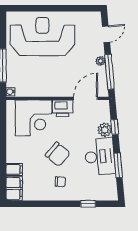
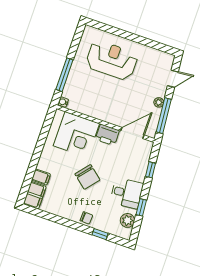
reception desk: (42, 37) -> (112, 60), width x0.74, depth x0.77
plant: (105, 130) -> (127, 220), moved
desk: (100, 157) -> (127, 193), width x0.73
window: (118, 165) -> (141, 207), width x0.67
chair: (60, 182) -> (86, 218), moved

